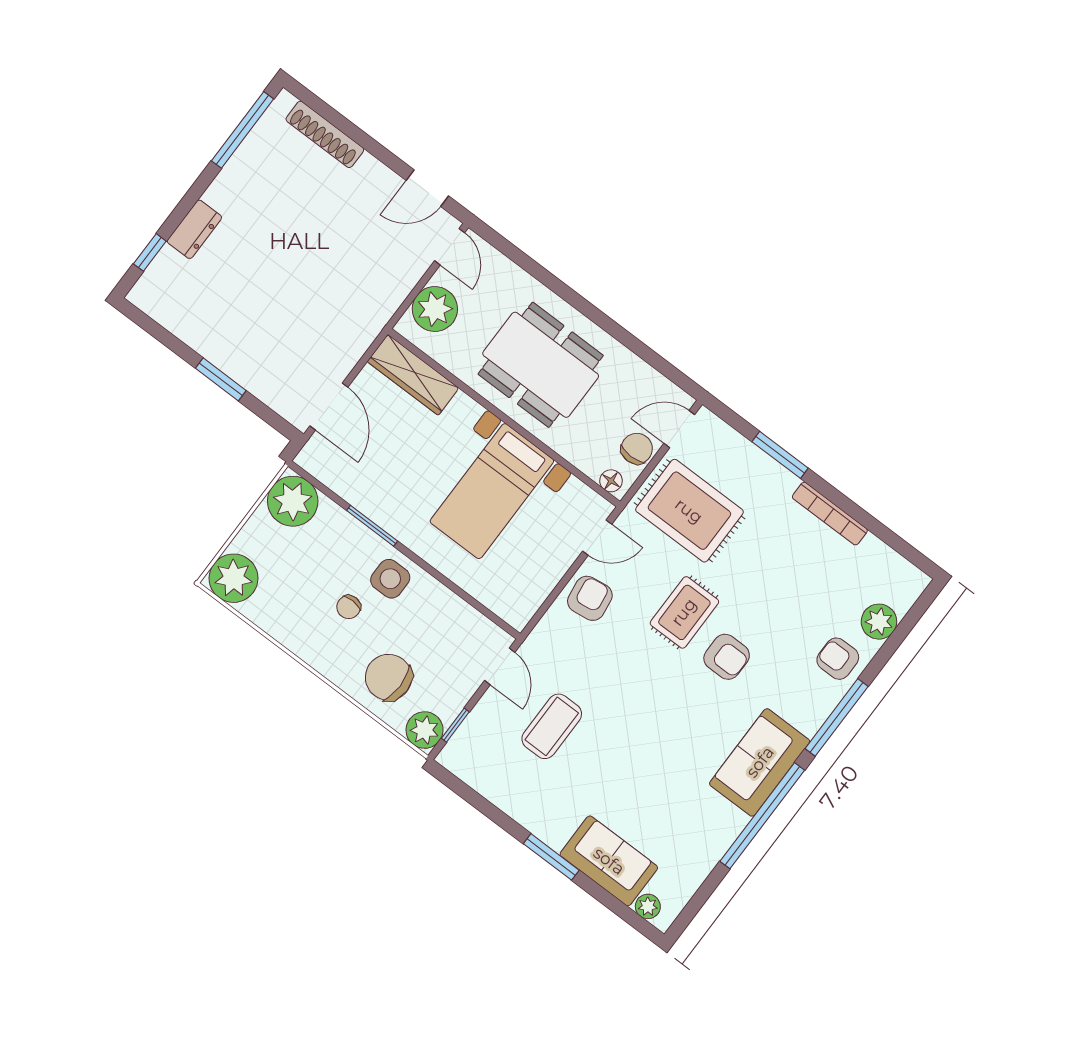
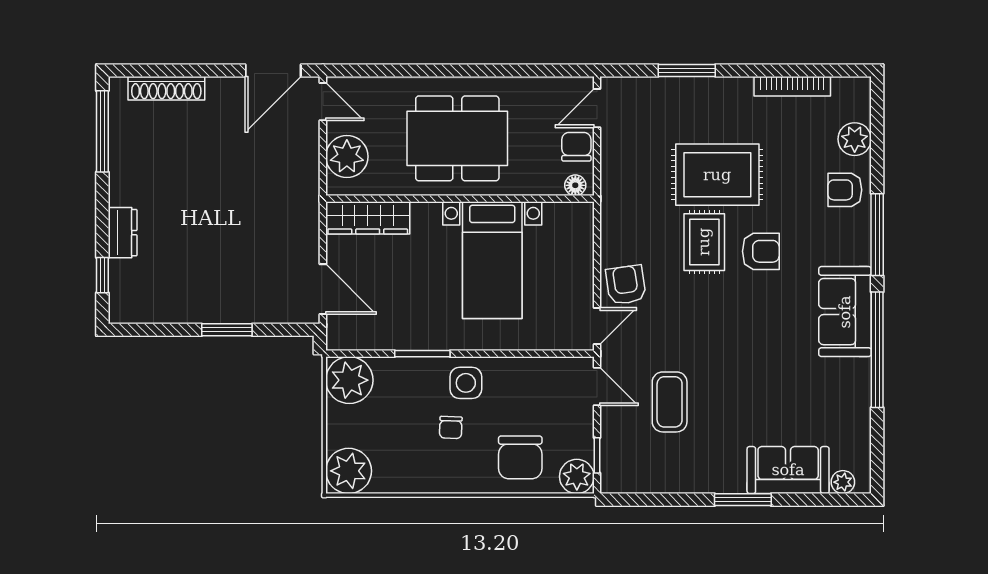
door: (427, 188) -> (273, 71), width x1.38
rug: (689, 511) -> (717, 175), moved
bookcase: (830, 514) -> (792, 86), moved
door: (597, 538) -> (597, 326), moved
chair: (389, 677) -> (520, 457), turned -90

